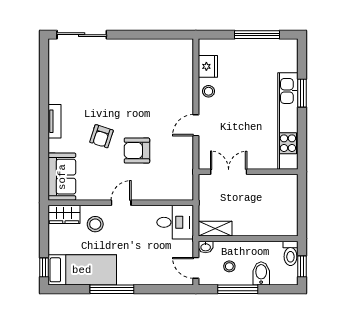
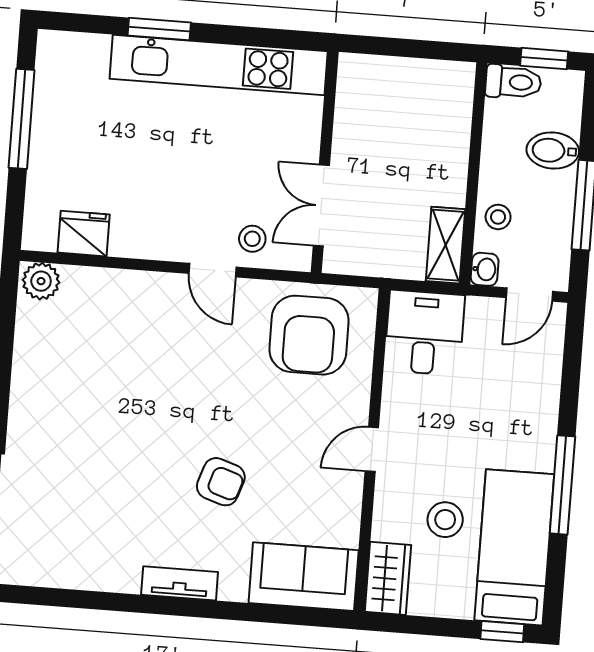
plant: (185, 49) -> (41, 281), added
stool: (209, 91) -> (252, 239), moved
armchair: (137, 151) -> (309, 335), moved, width x1.36, depth x1.36
door: (121, 203) -> (372, 449), hinge flipped
stool: (95, 224) -> (445, 520), moved
stool: (229, 266) -> (498, 217), moved

